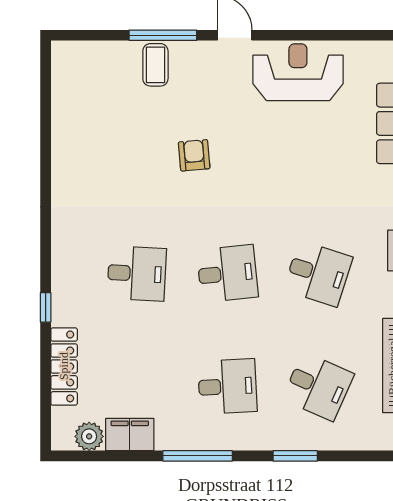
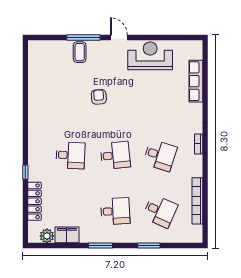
window: (198, 456) -> (101, 246), width x0.69

